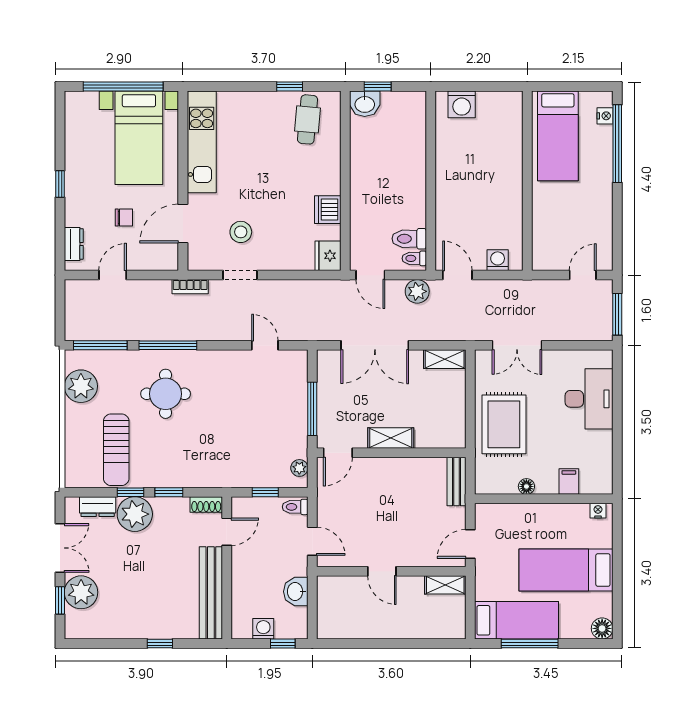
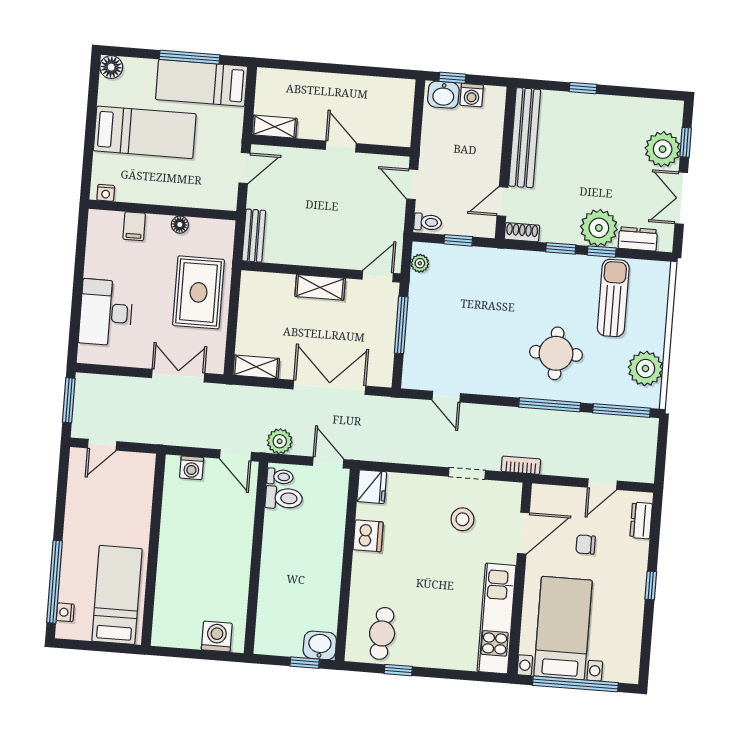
washbasin: (296, 592) -> (443, 95), moved, turned 90

